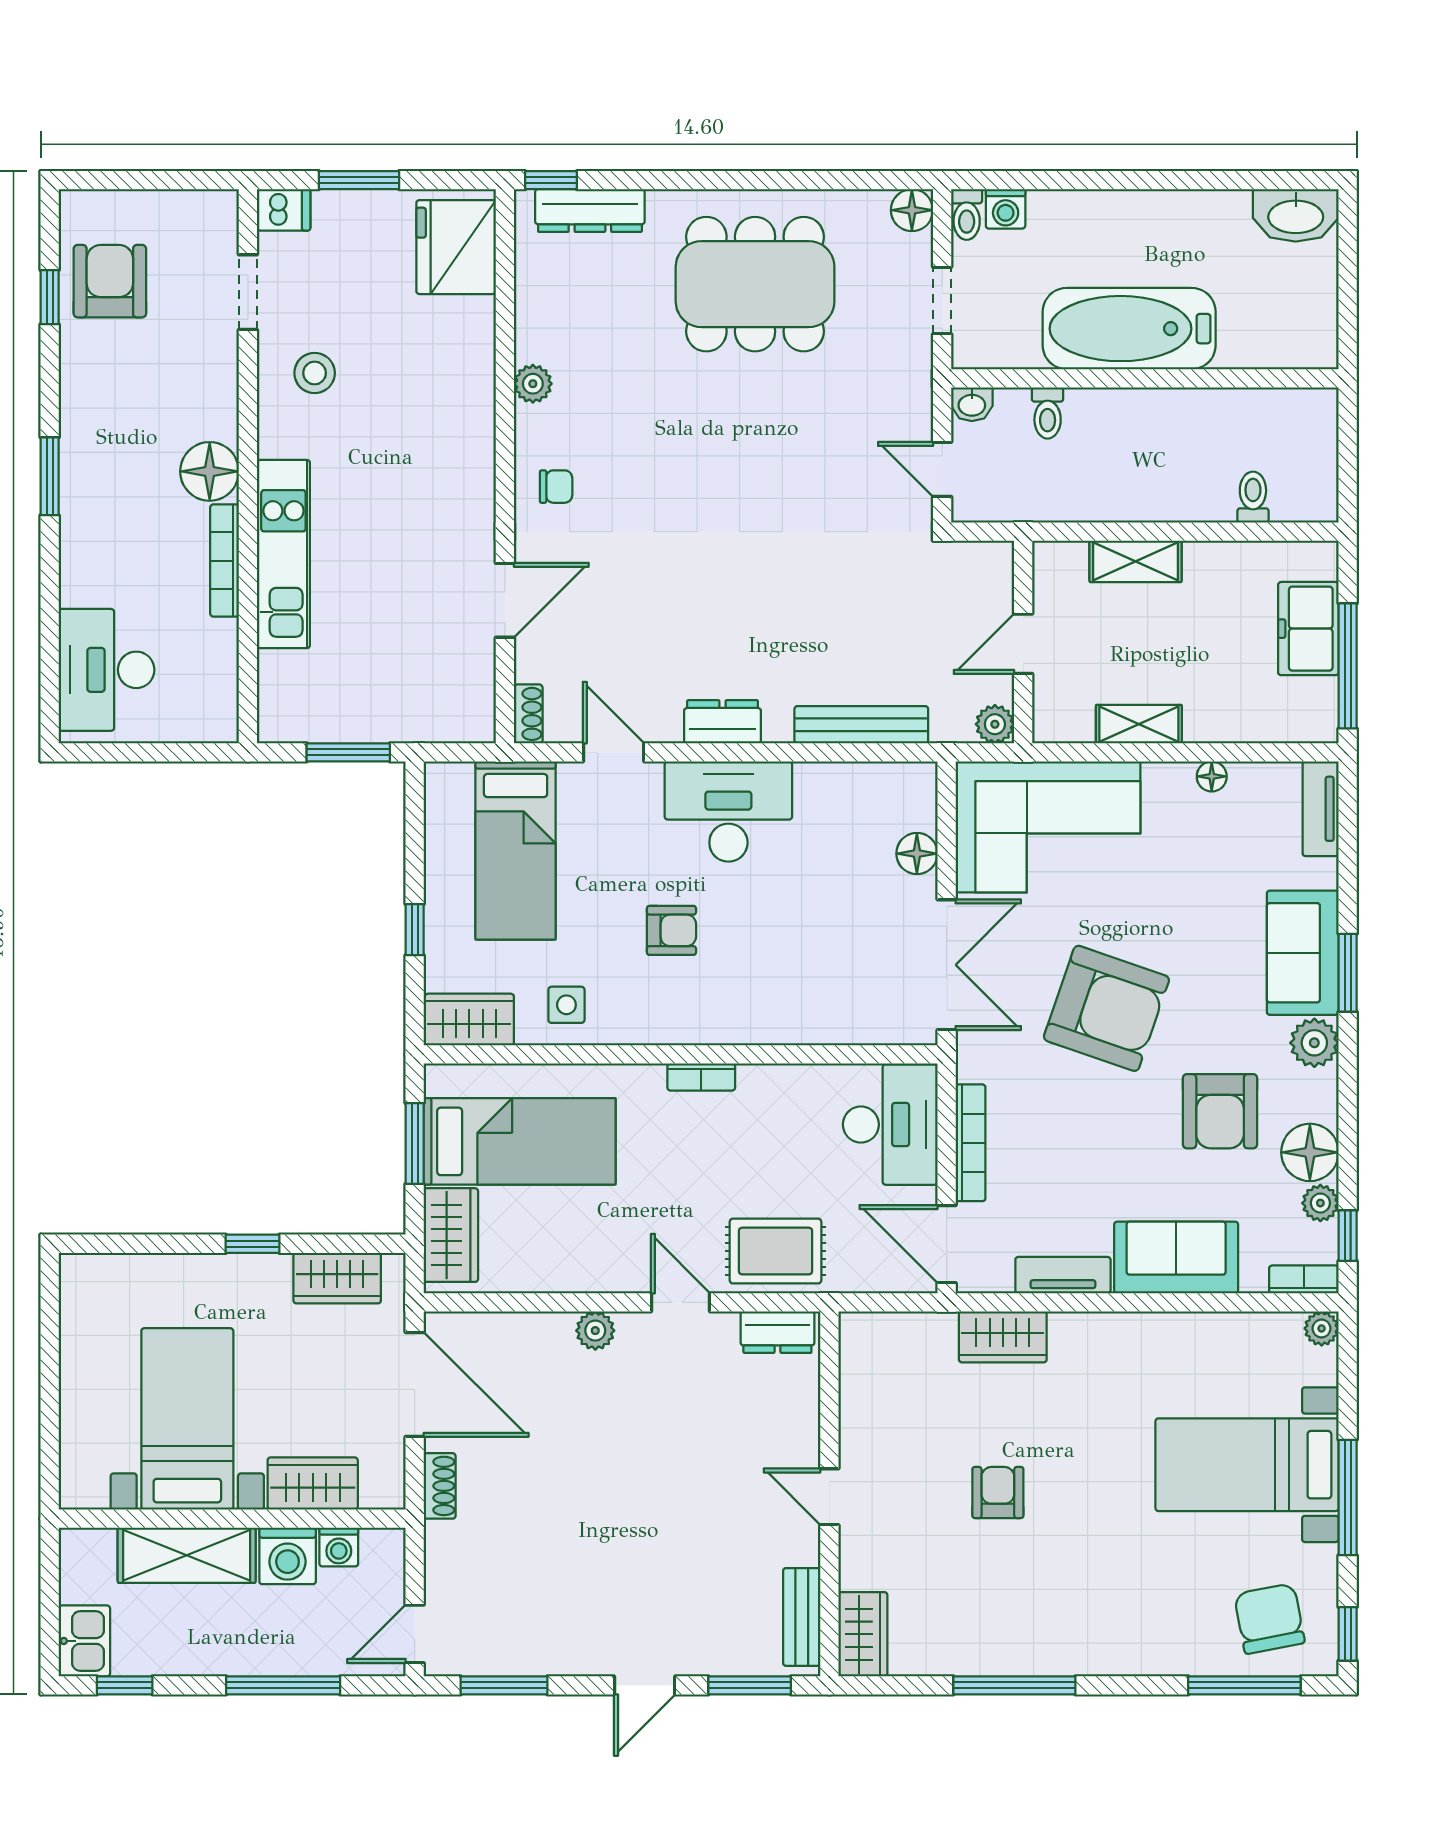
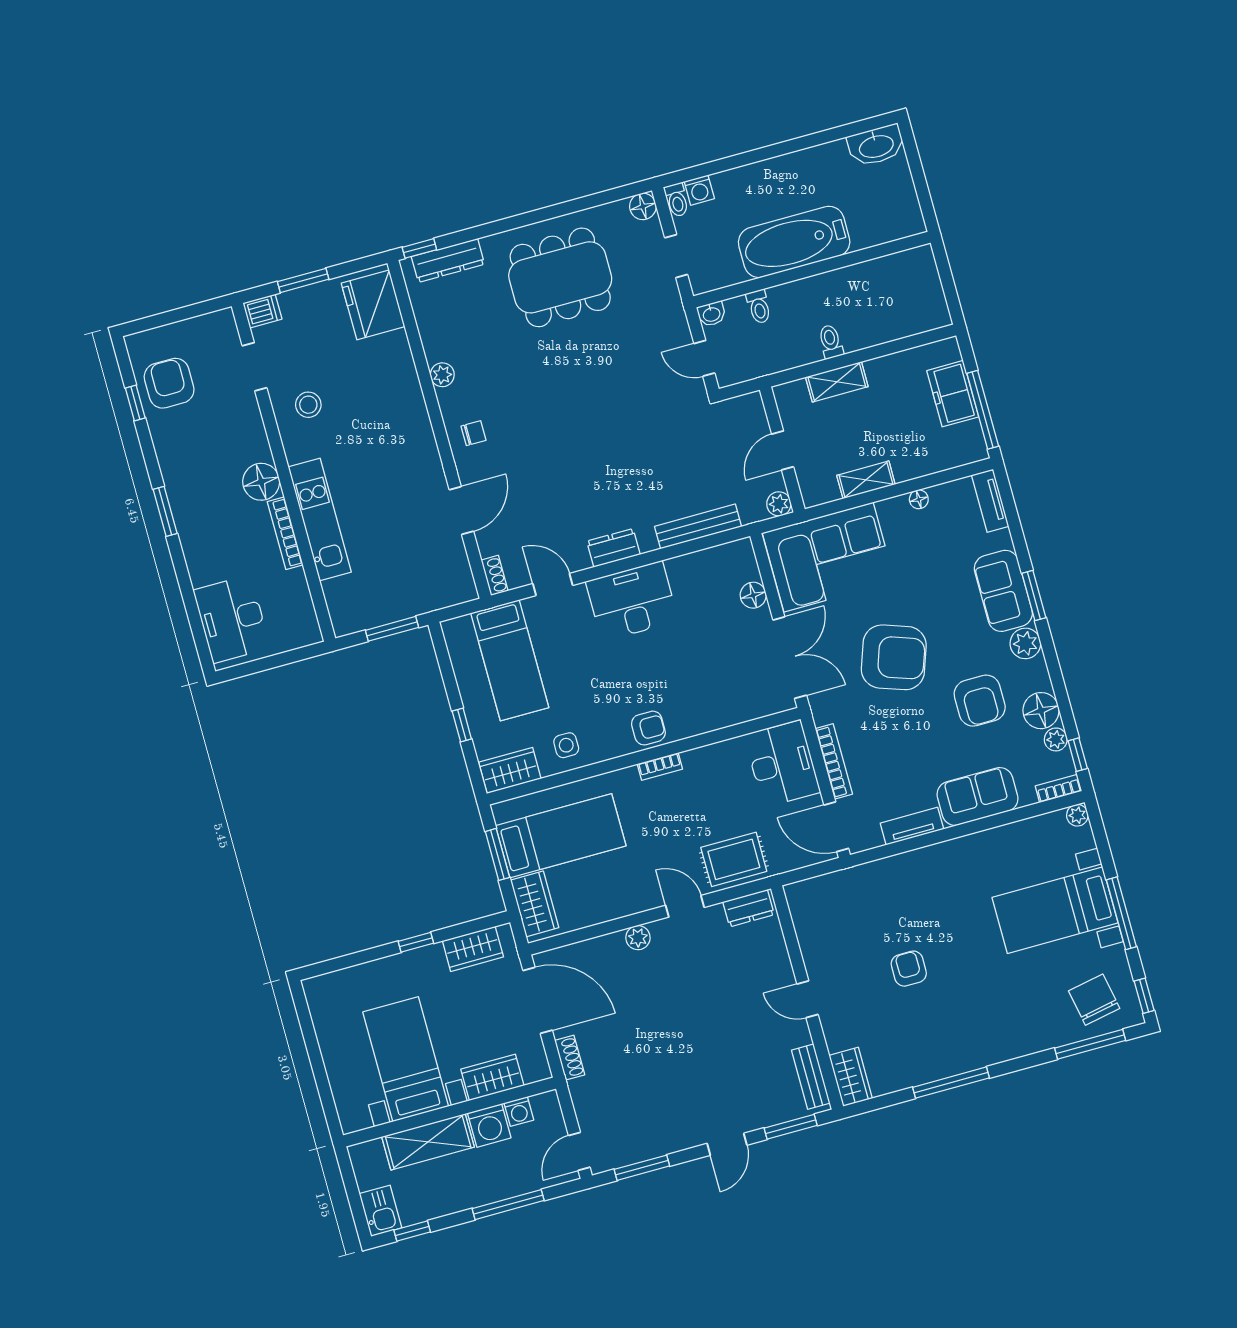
toilet: (1253, 497) -> (831, 342), moved
armchair: (671, 930) -> (648, 728), moved
wardrobe: (1003, 1337) -> (886, 873), removed

